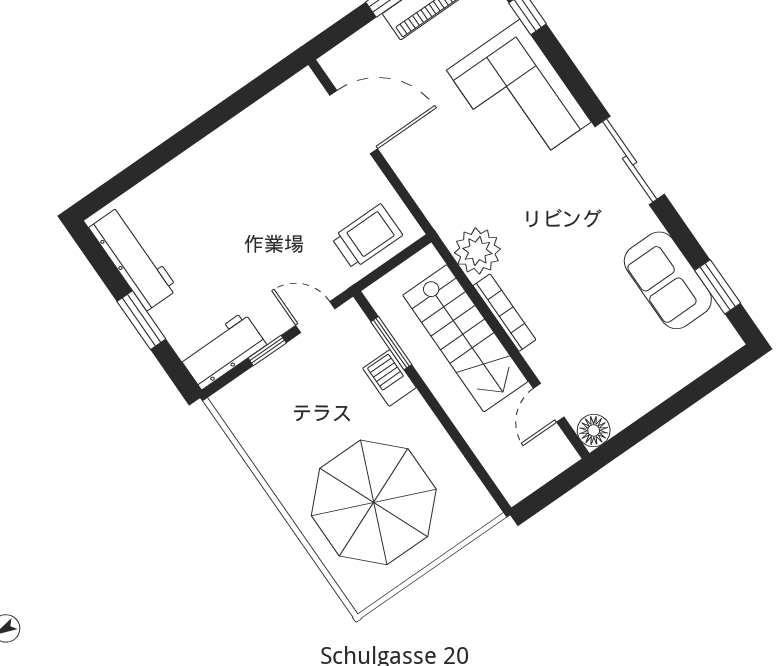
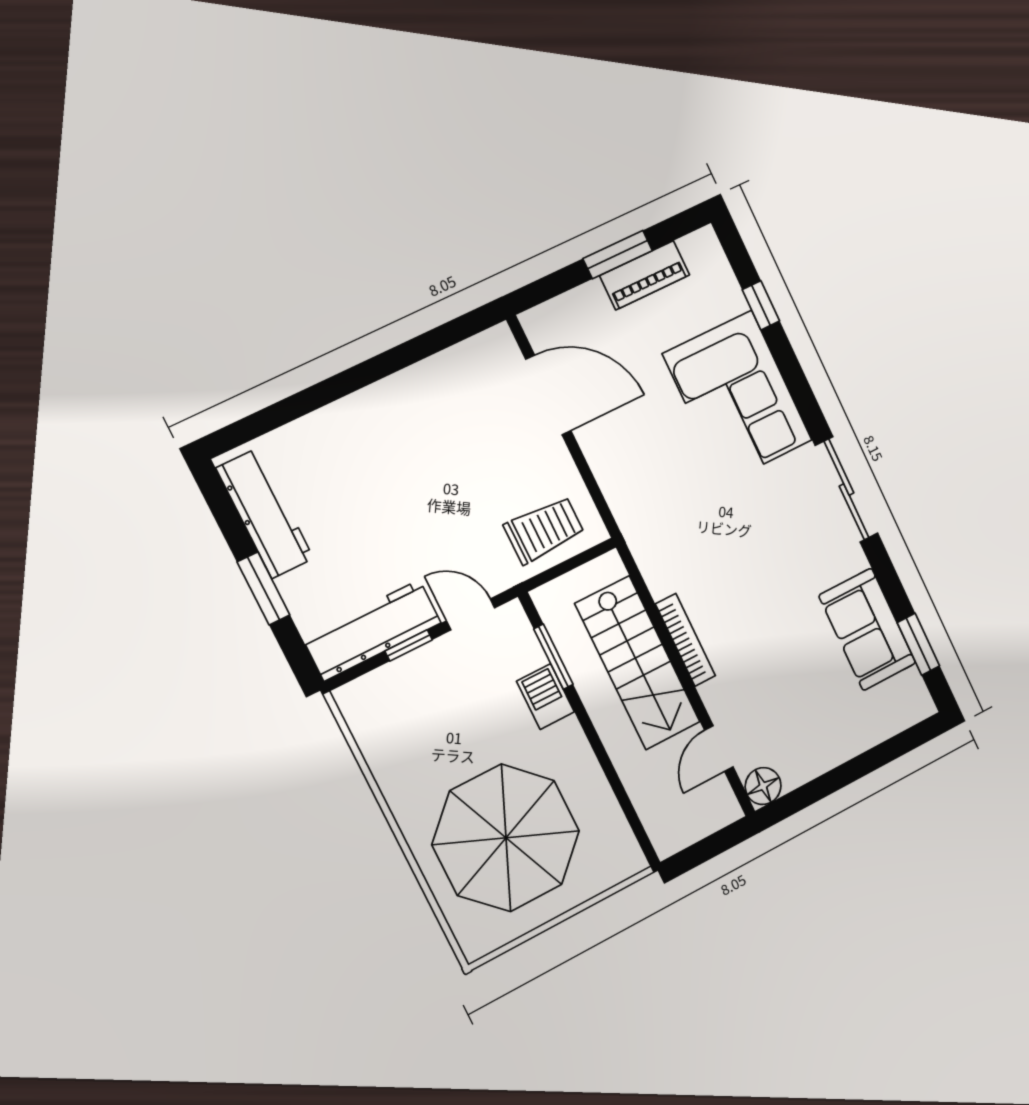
plant: (477, 251) -> (666, 565), removed
workbench: (223, 351) -> (372, 630), width x1.38

